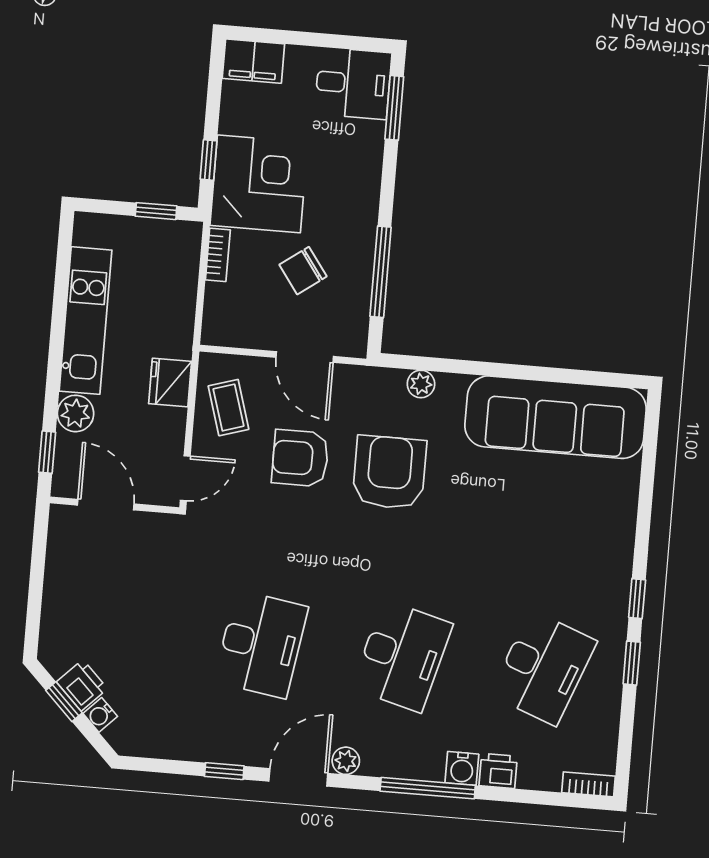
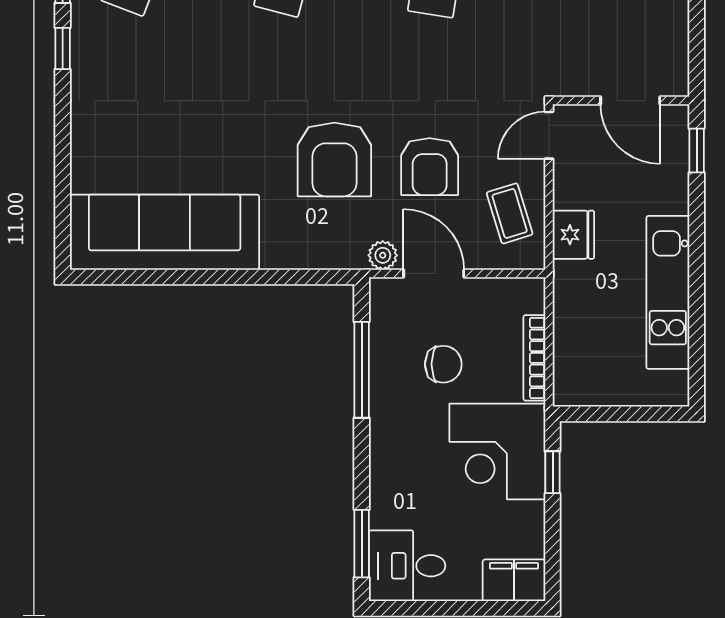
window: (156, 211) -> (603, 414), removed
bookcase: (218, 255) -> (534, 358), width x1.56
chair: (303, 271) -> (443, 364), turned 36
plant: (421, 384) -> (383, 255), moved
plant: (75, 413) -> (670, 194), removed
armchair: (300, 458) -> (430, 167), turned 90

